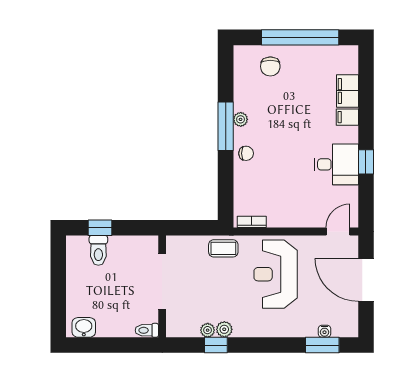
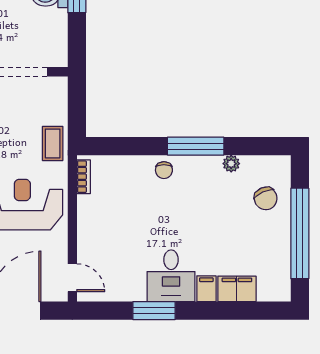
chair: (270, 66) -> (266, 198), turned -114
plant: (241, 119) -> (231, 164), moved
window: (366, 162) -> (154, 311), width x1.50
desk: (336, 164) -> (171, 276), moved

